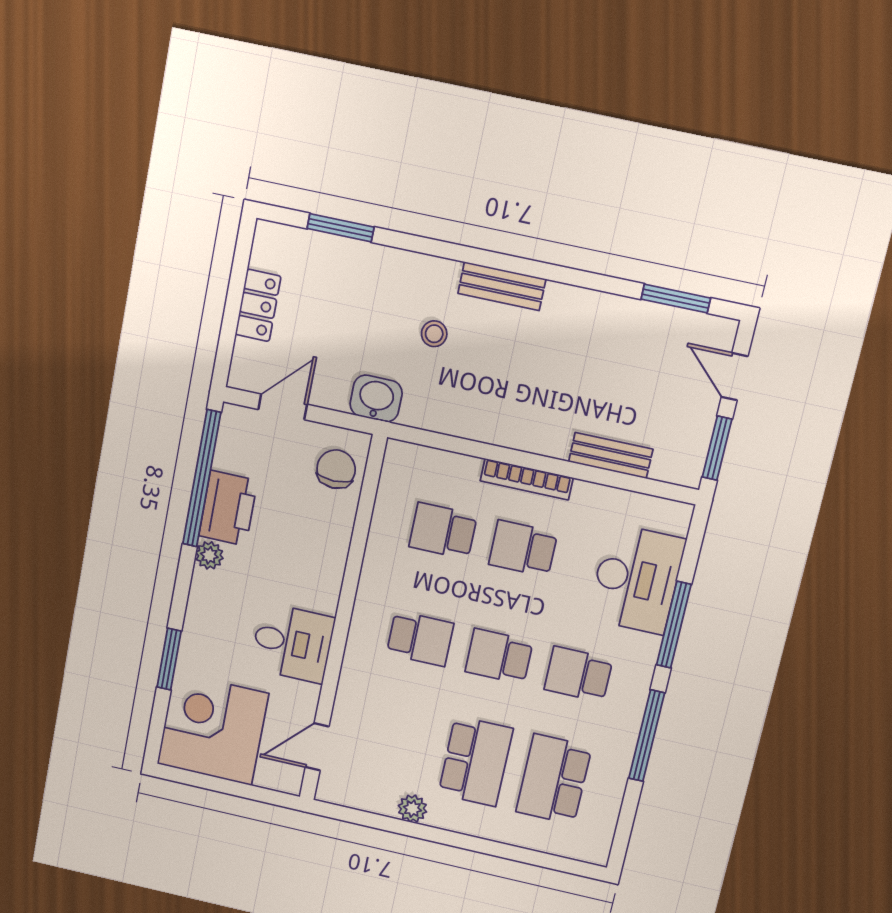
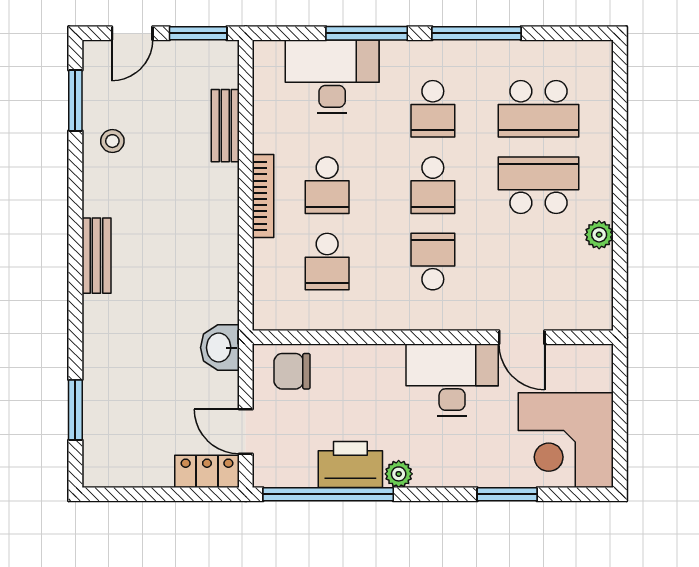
locker: (258, 305) -> (207, 471), moved
stool: (434, 334) -> (112, 141), moved
desk: (292, 643) -> (452, 380), width x1.37
door: (317, 747) -> (522, 337), moved

